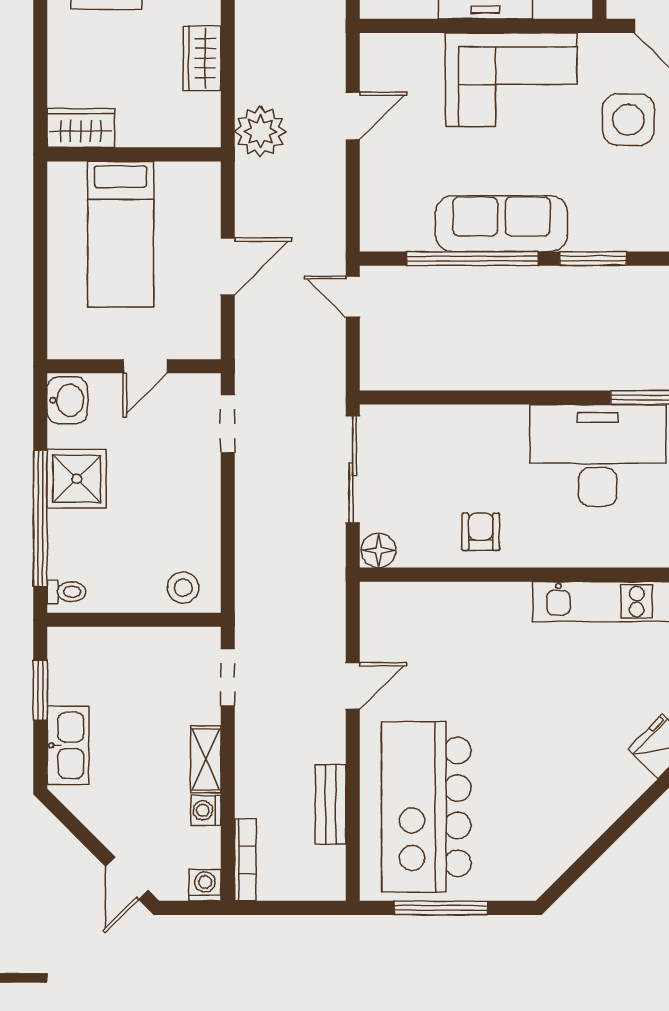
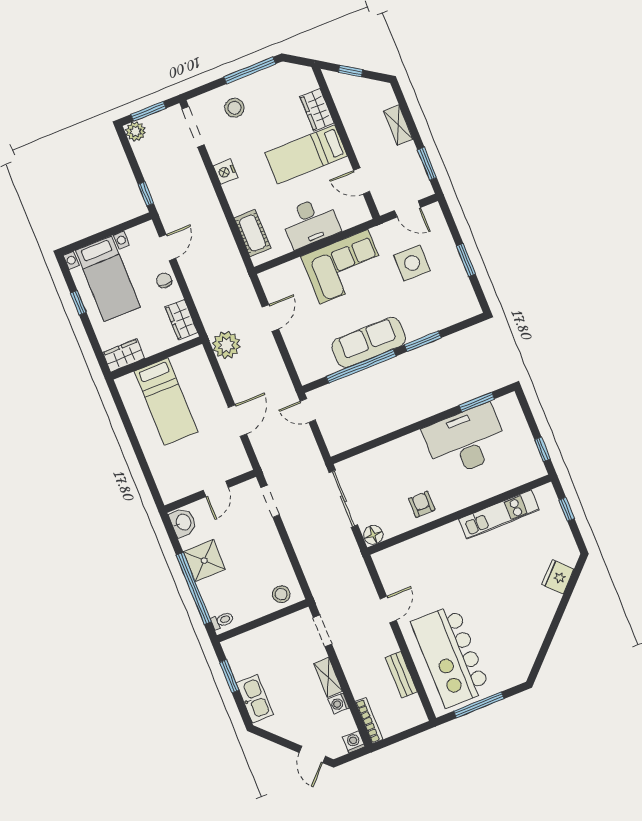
wardrobe: (81, 128) -> (124, 355), moved
wall: (134, 154) -> (156, 358), moved
bed: (121, 234) -> (166, 402), moved

